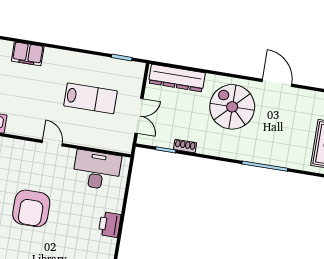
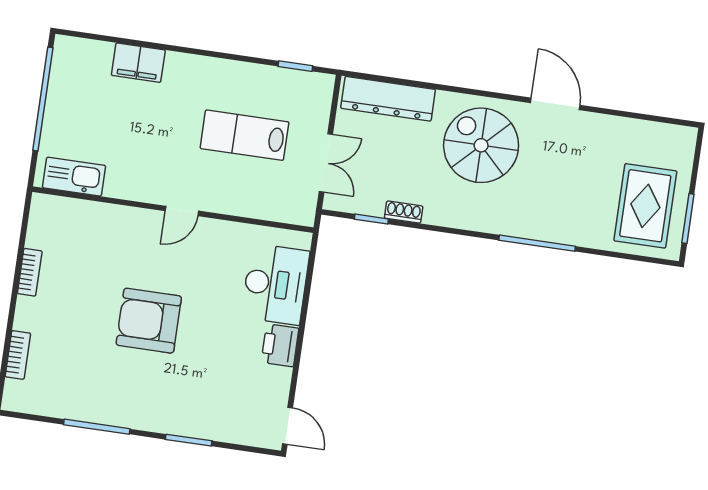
lab bench: (91, 98) -> (244, 135), turned 180
door: (52, 143) -> (182, 211), swing flipped
desk: (97, 170) -> (275, 284), moved, turned 90
armchair: (31, 208) -> (149, 321), turned 90

